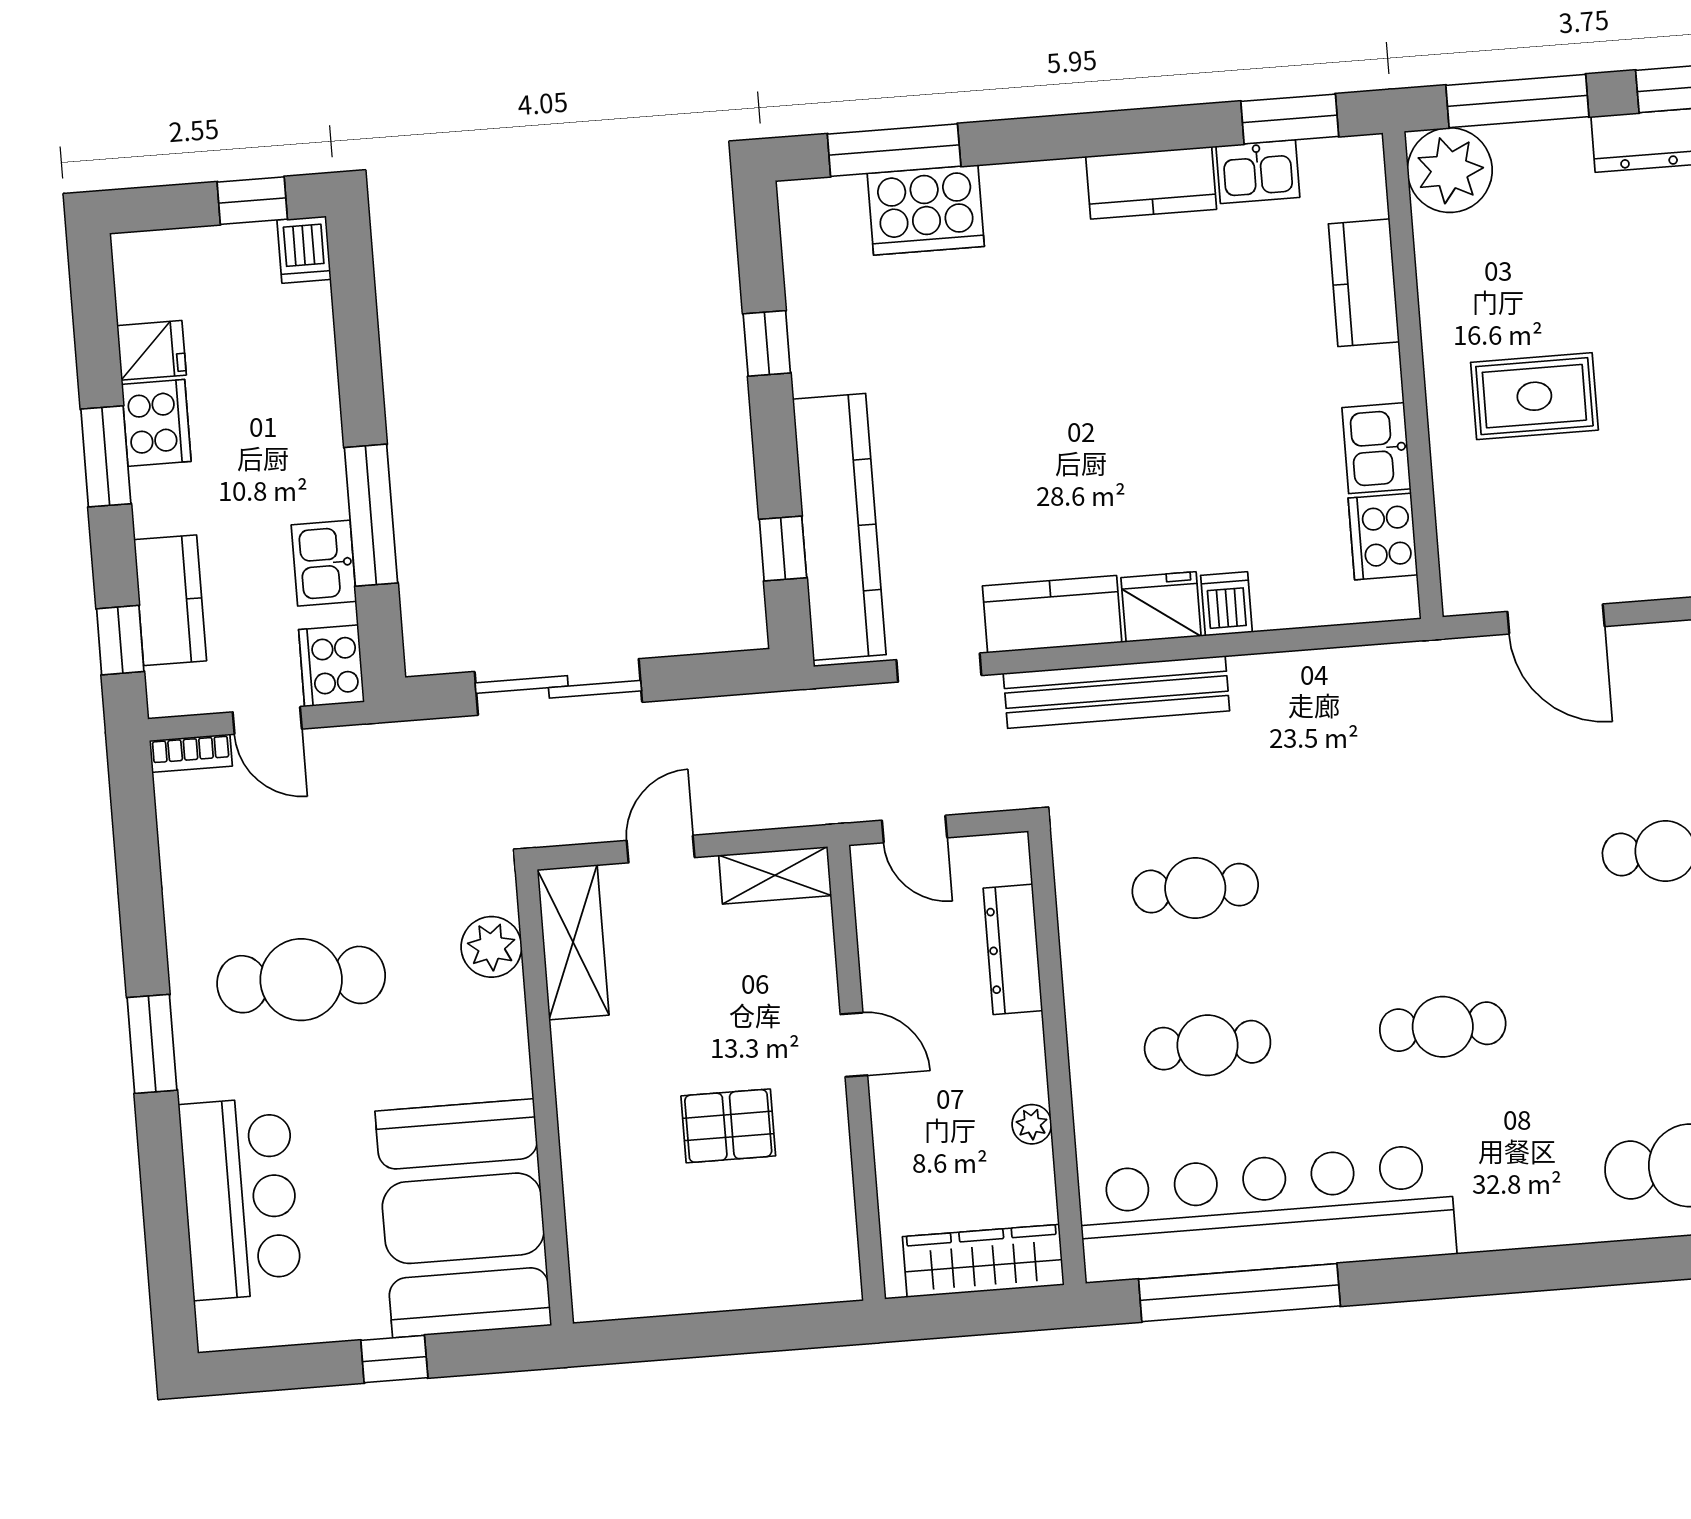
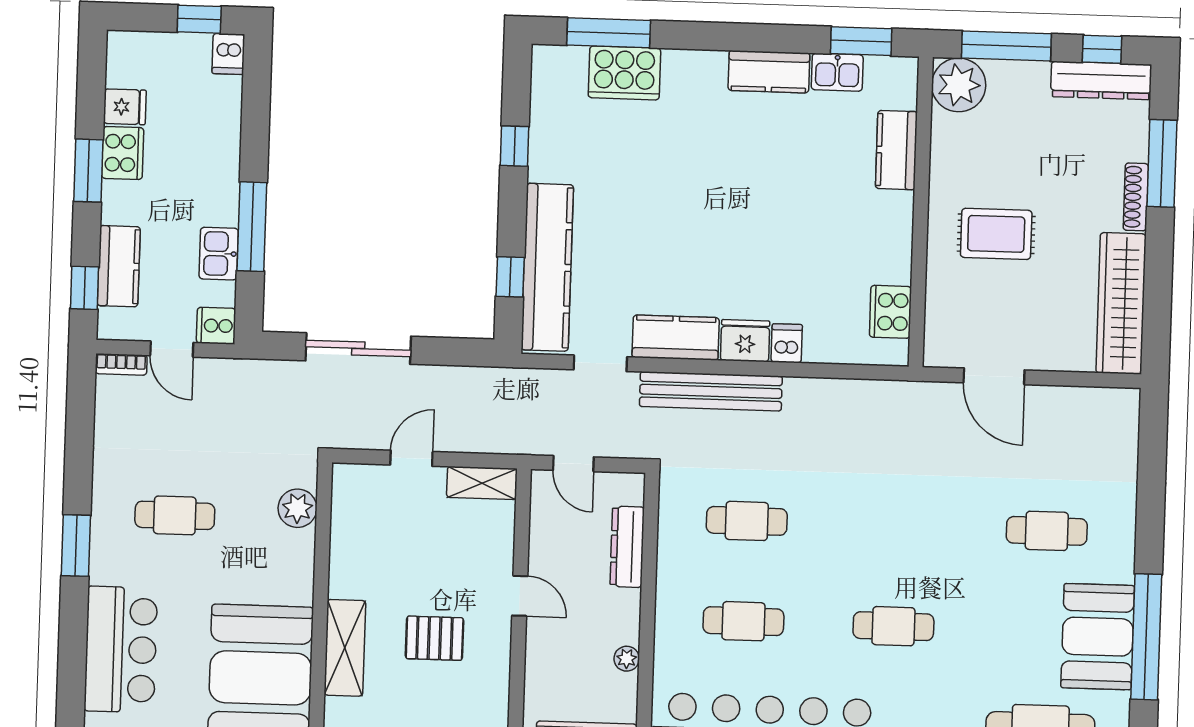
kitchen sink: (1376, 448) -> (893, 256), removed
cooker: (331, 666) -> (216, 326), width x0.73
shelving: (573, 942) -> (345, 648), moved
cafe table: (301, 980) -> (175, 515), width x0.73, depth x0.74

